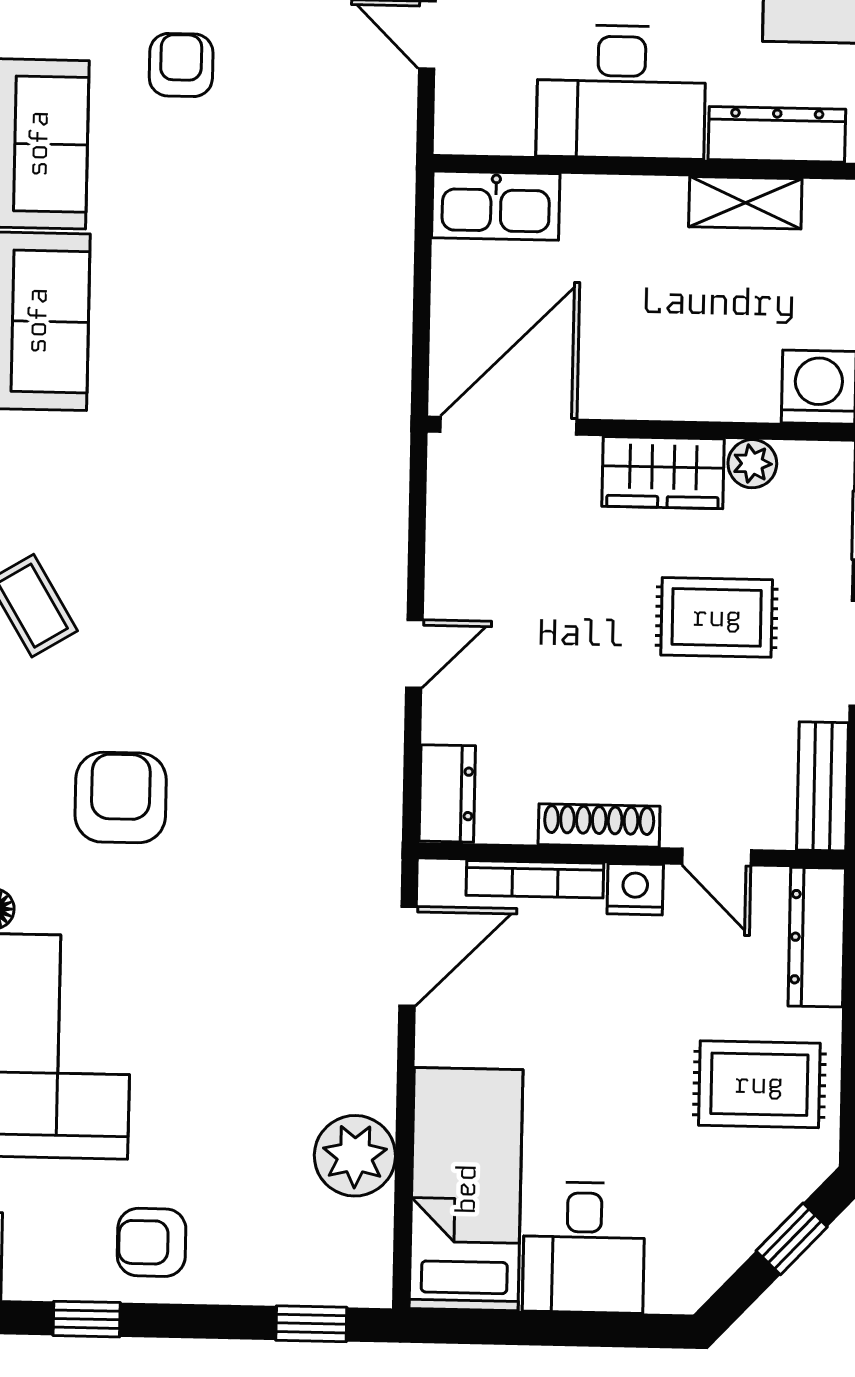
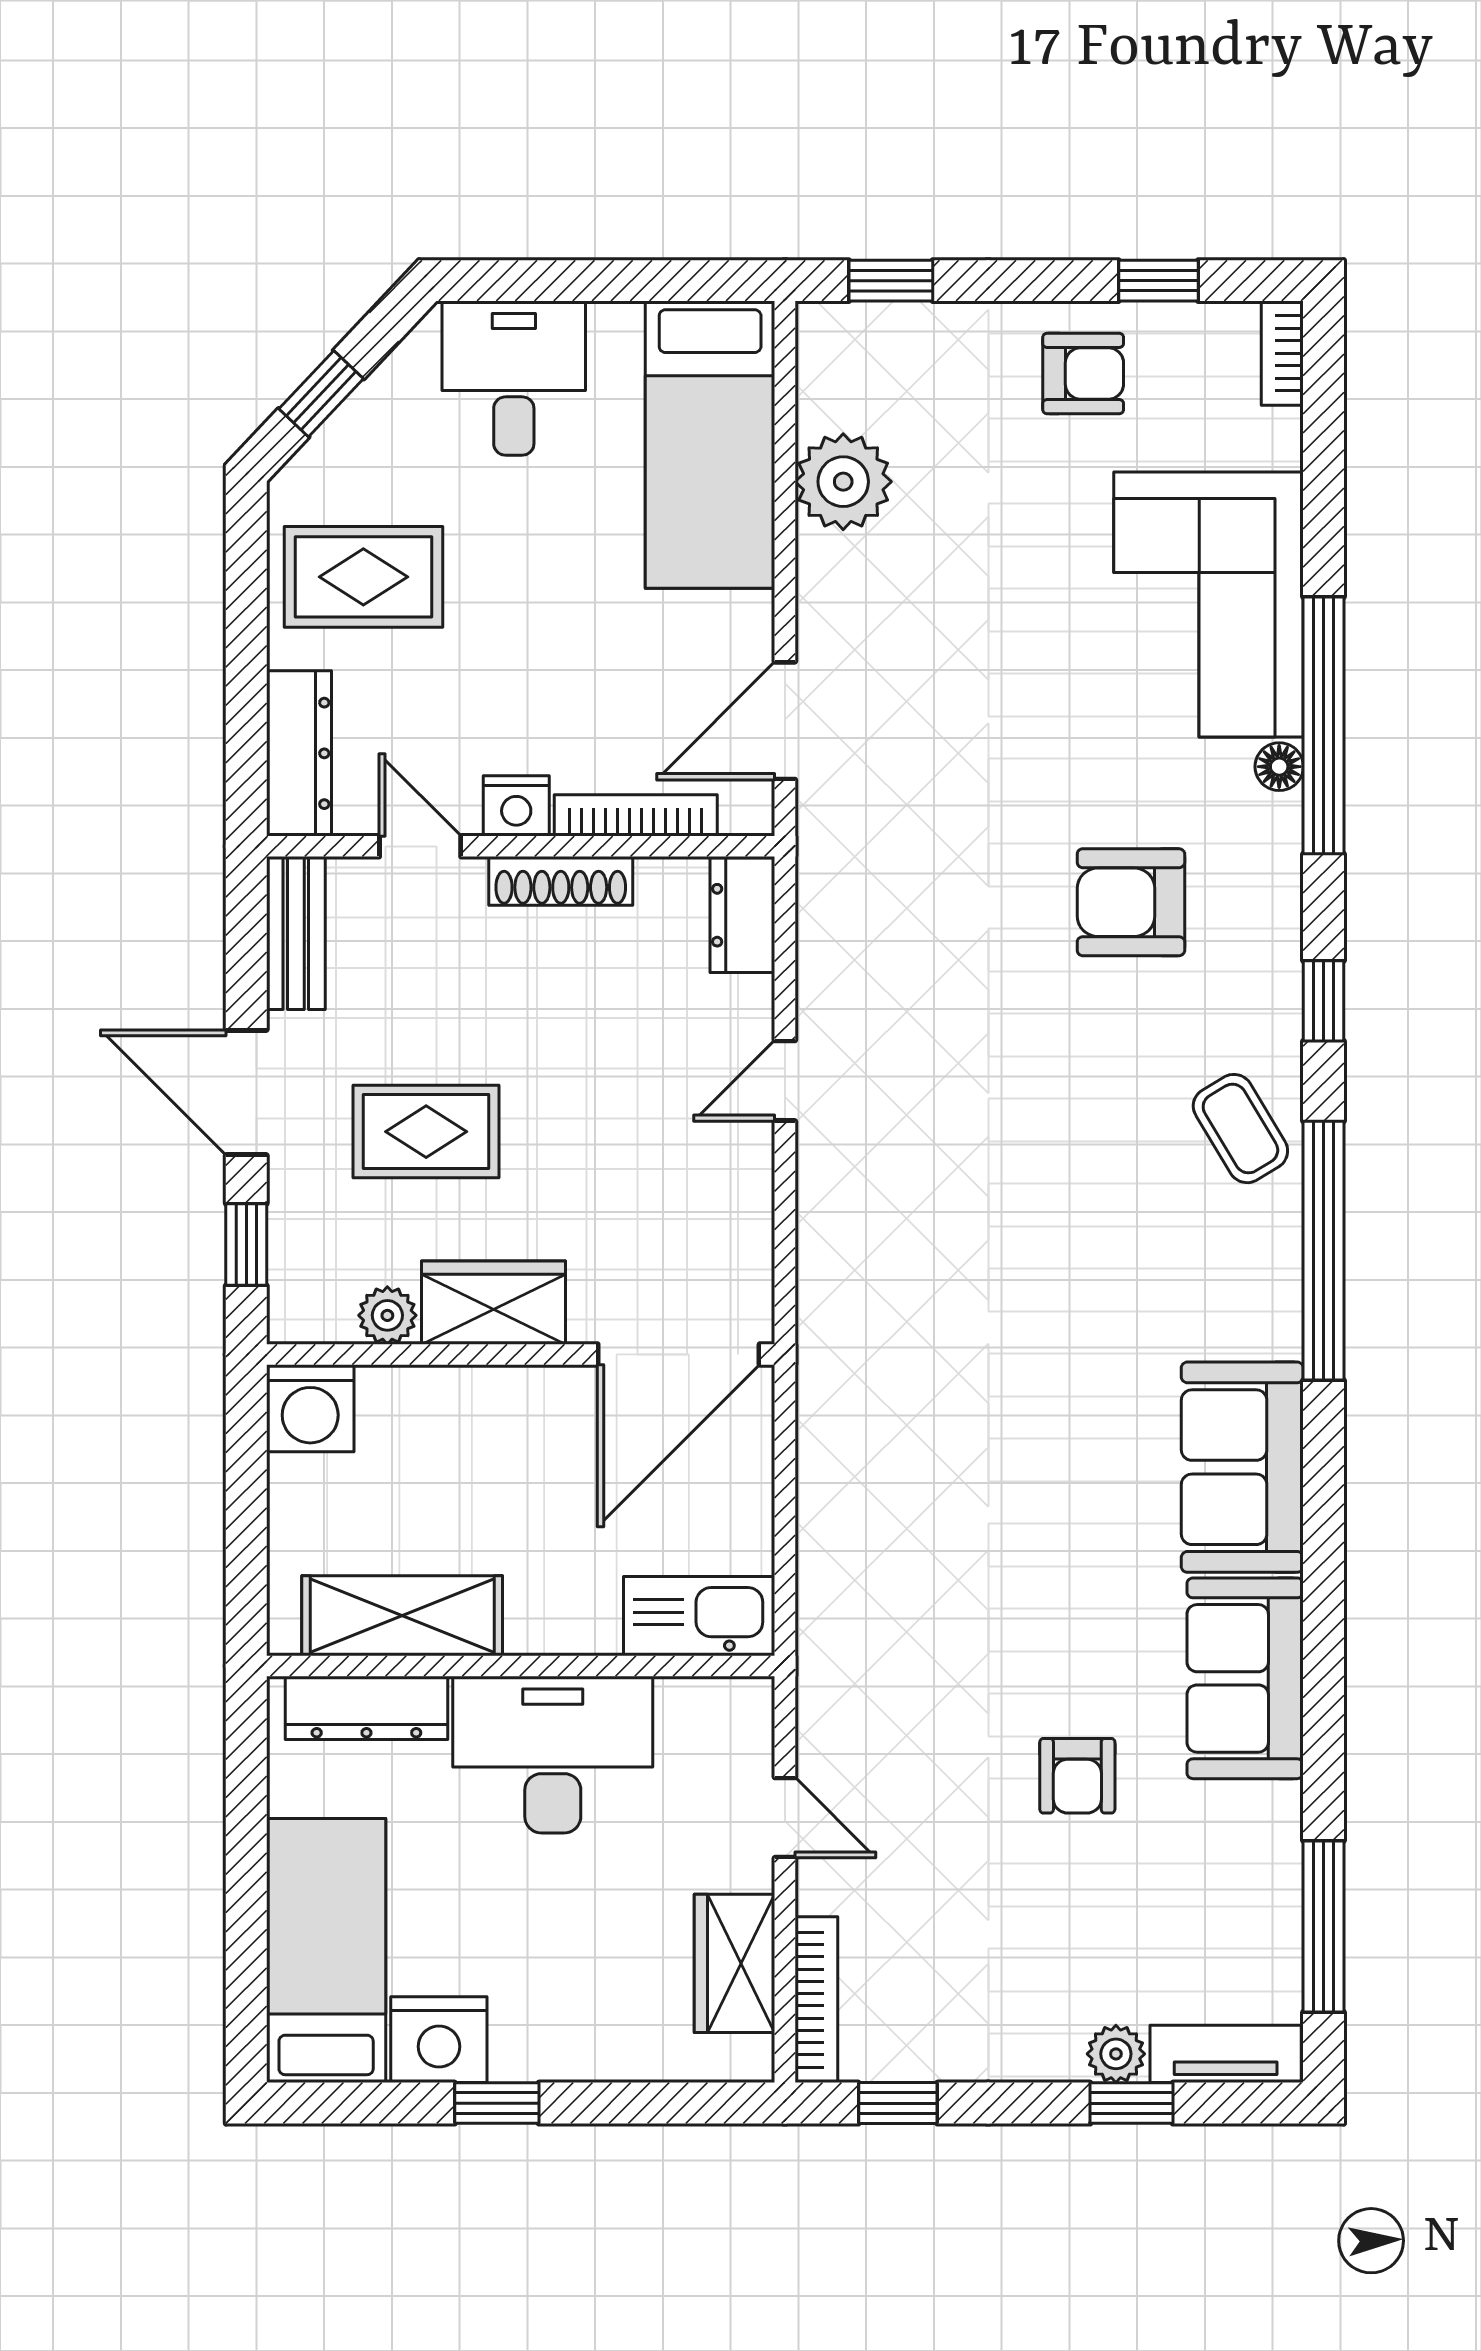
shelving: (745, 203) -> (402, 1616), width x1.50, depth x1.33
armchair: (121, 798) -> (1131, 902), turned 90
desk: (584, 1248) -> (514, 378), moved

